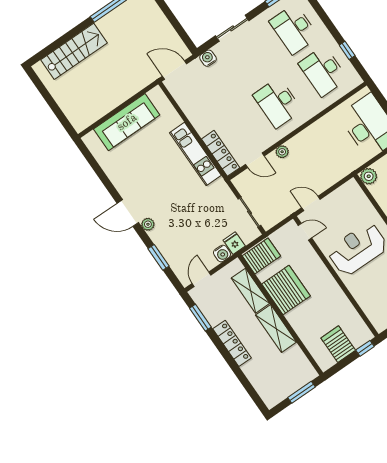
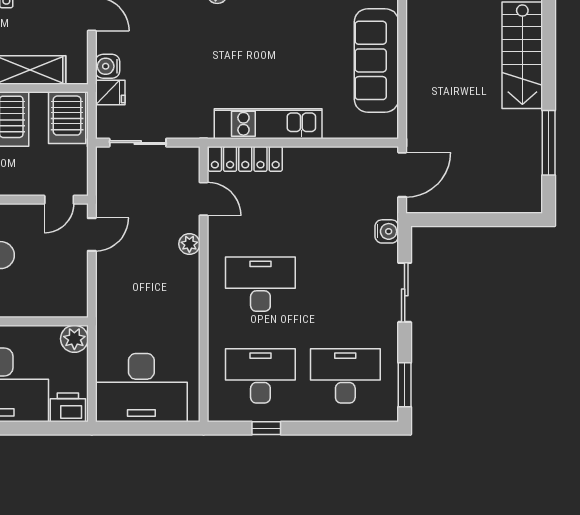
door: (255, 160) -> (204, 199), swing flipped

